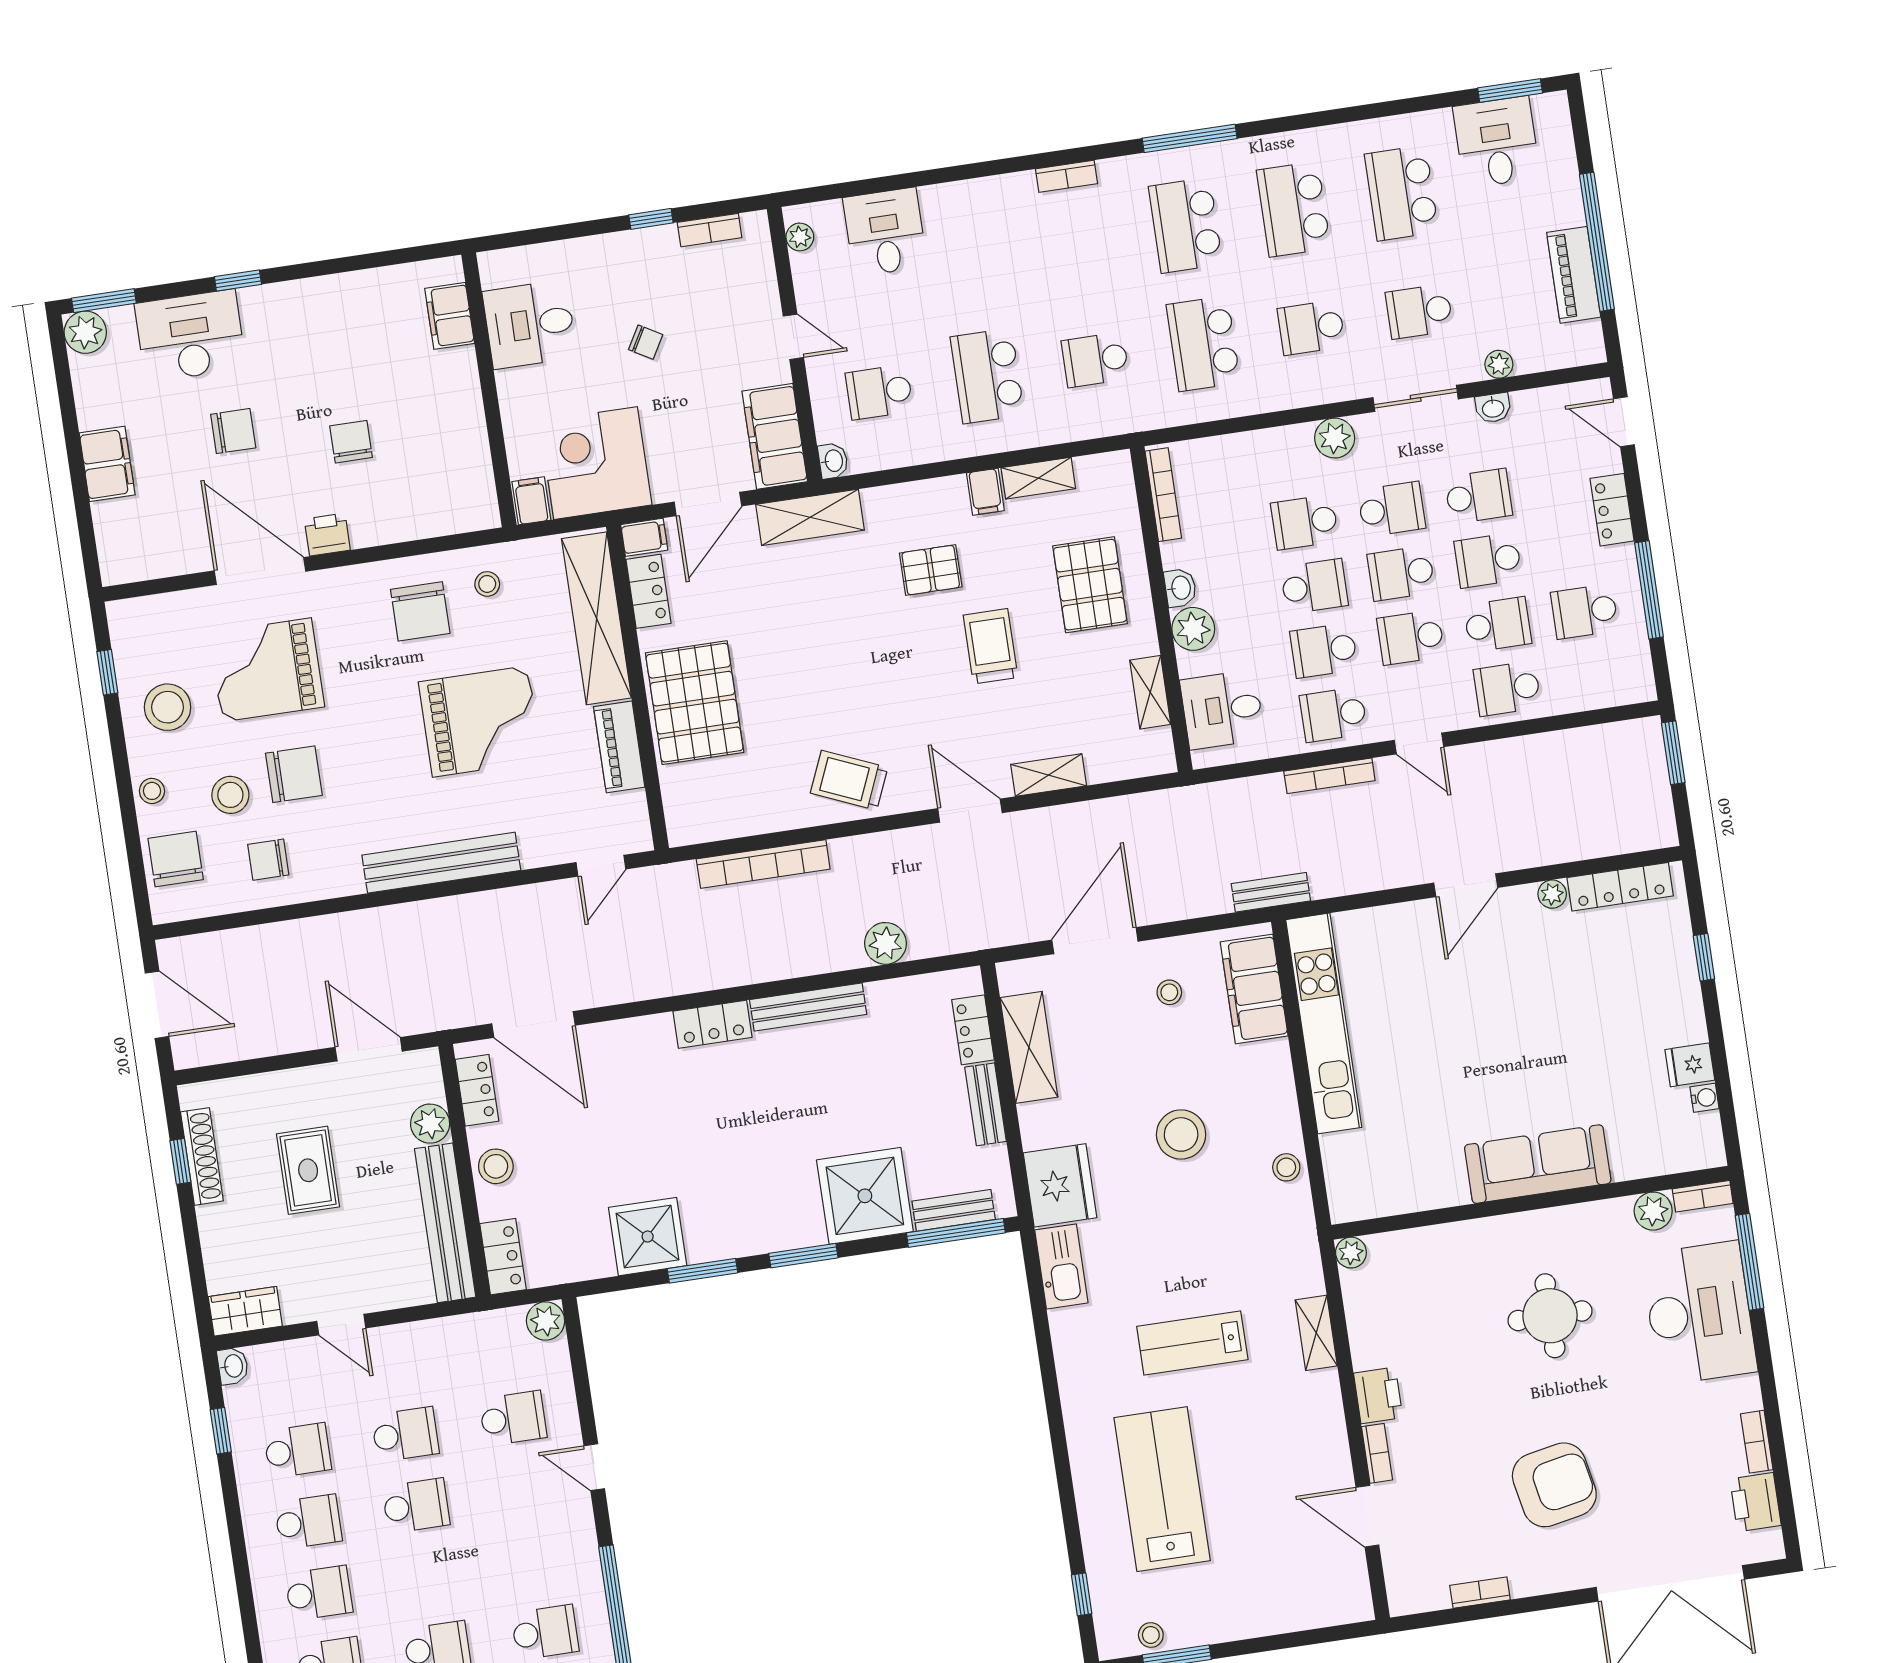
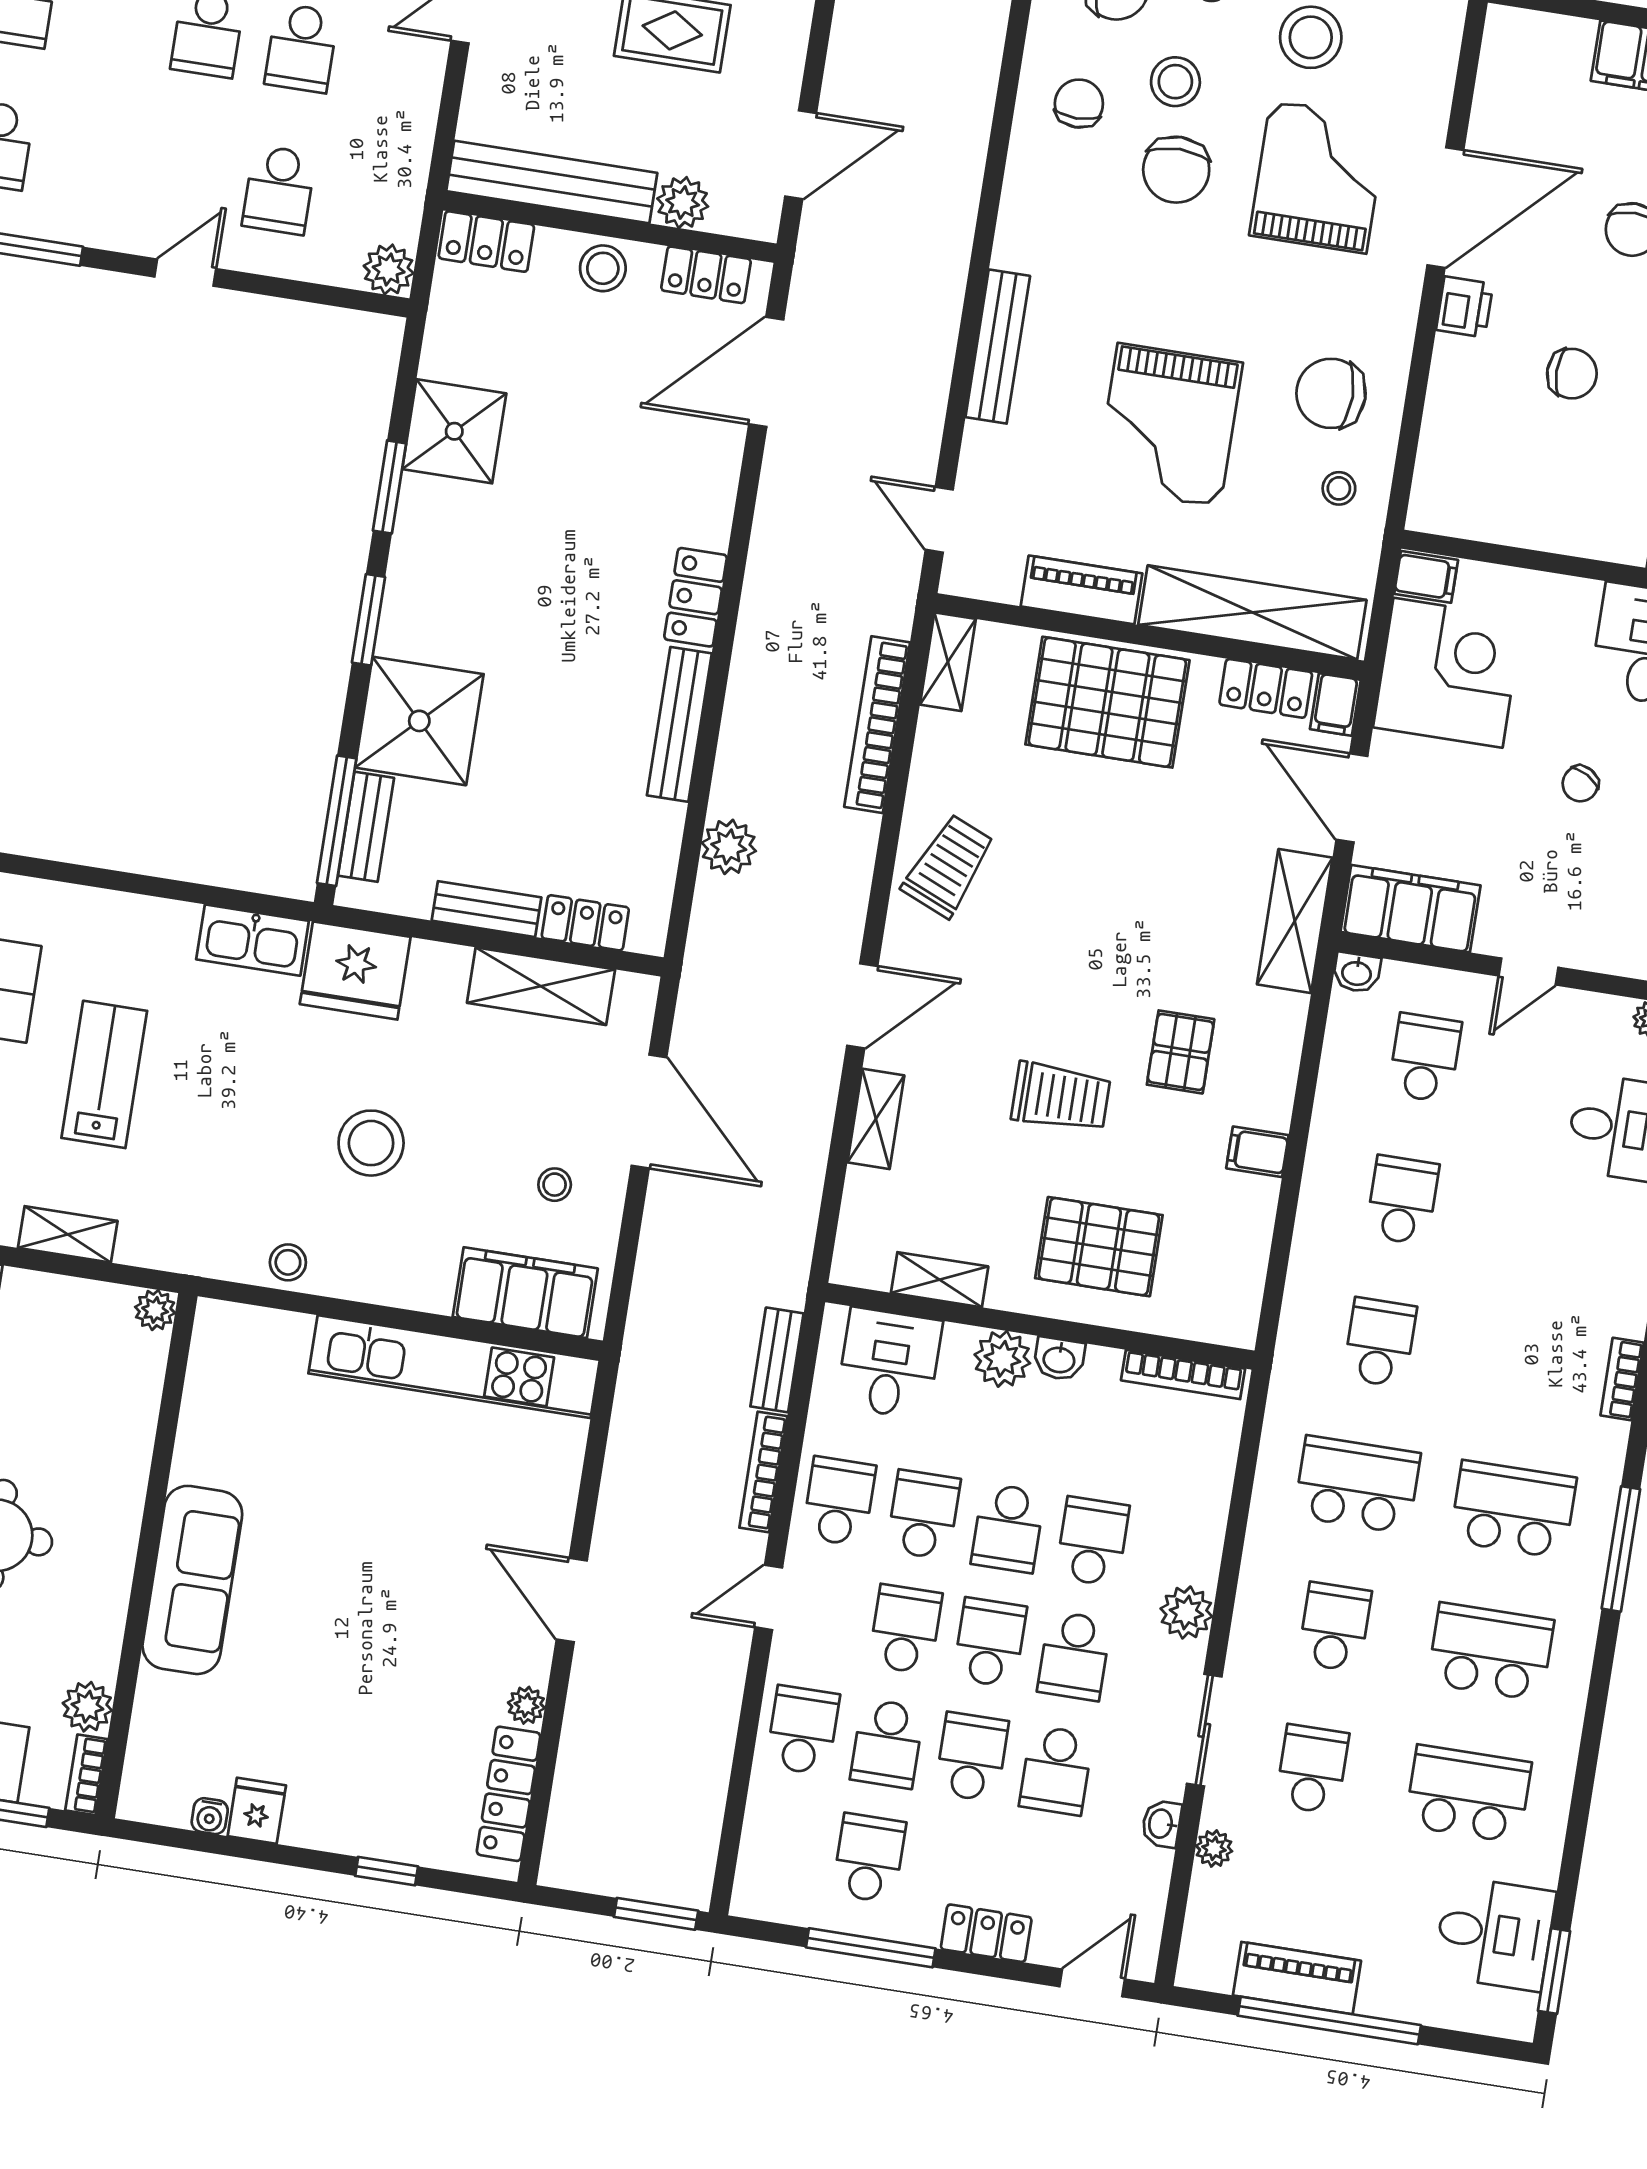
school desk: (987, 376) -> (1402, 1200), width x0.54
shelving: (1038, 478) -> (948, 662), moved
bench: (441, 863) -> (998, 347), width x0.73, depth x0.82
bench: (1271, 892) -> (777, 1360), moved

